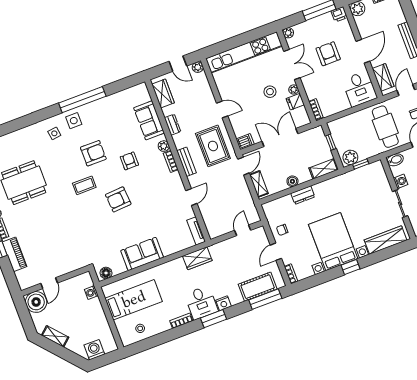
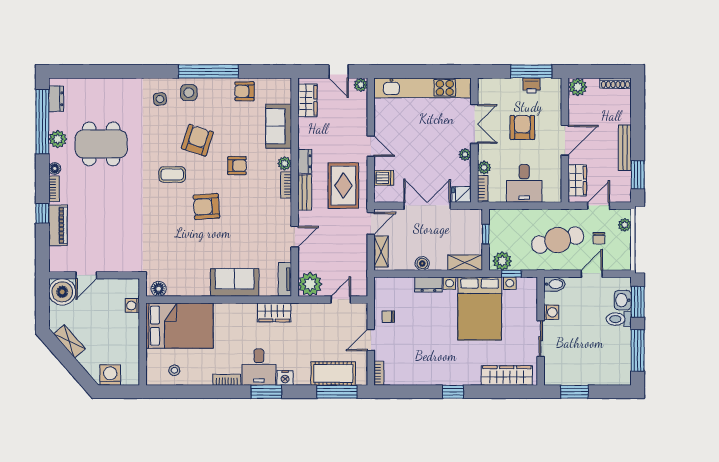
printer: (339, 14) -> (532, 86), moved
plant: (288, 33) -> (484, 167), moved
desk: (360, 89) -> (524, 183), moved
stool: (270, 92) -> (436, 146), removed
fridge: (295, 102) -> (462, 194), moved
armchair: (114, 104) -> (245, 91), added
dresser: (173, 125) -> (305, 161), moved
cafe table: (385, 127) -> (558, 240), turned 76
dishwasher: (245, 142) -> (384, 178), moved
armchair: (93, 153) -> (197, 140), turned -72
armchair: (129, 161) -> (237, 166), turned 90
plant: (216, 228) -> (310, 284), added
bed with nightstands: (333, 242) -> (480, 308), moved, turned 180
sofa: (142, 254) -> (235, 282), moved
bed: (134, 300) -> (179, 326), width x1.50

